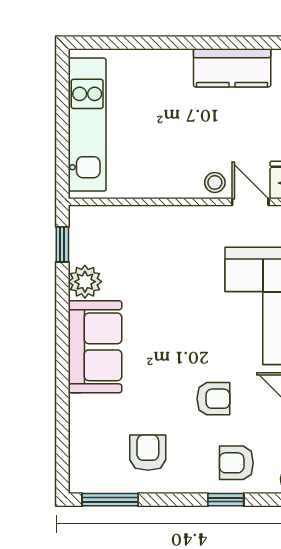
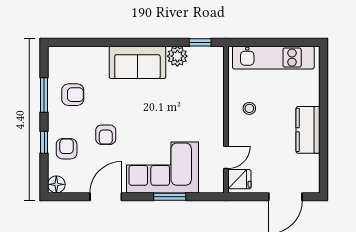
kitchen counter: (232, 68) -> (308, 130), moved
stool: (215, 182) -> (249, 108), moved
window: (110, 500) -> (44, 95), moved

